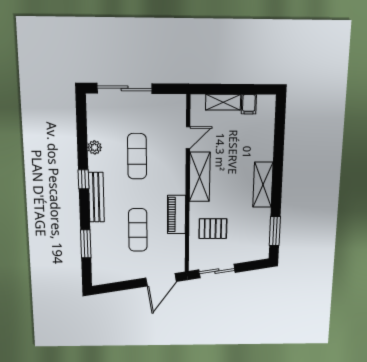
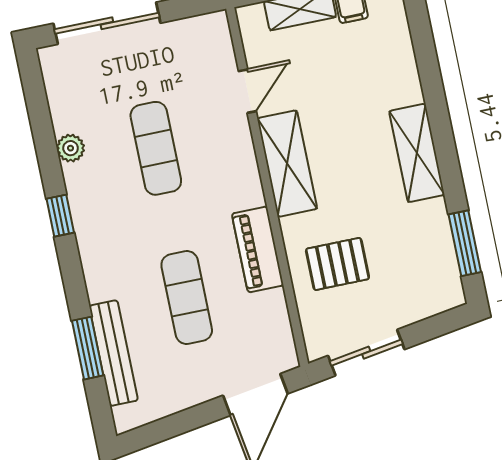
bench: (96, 197) -> (114, 353), moved

